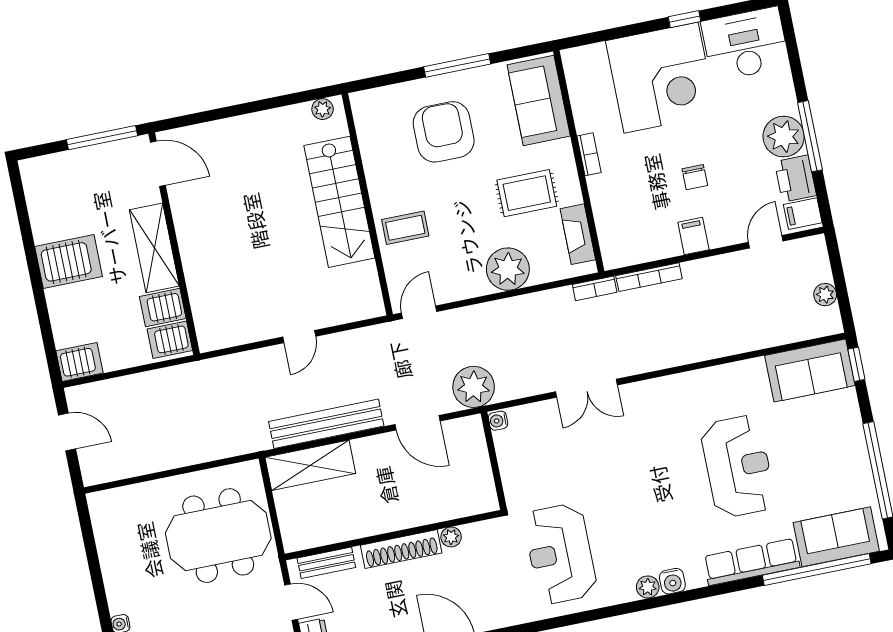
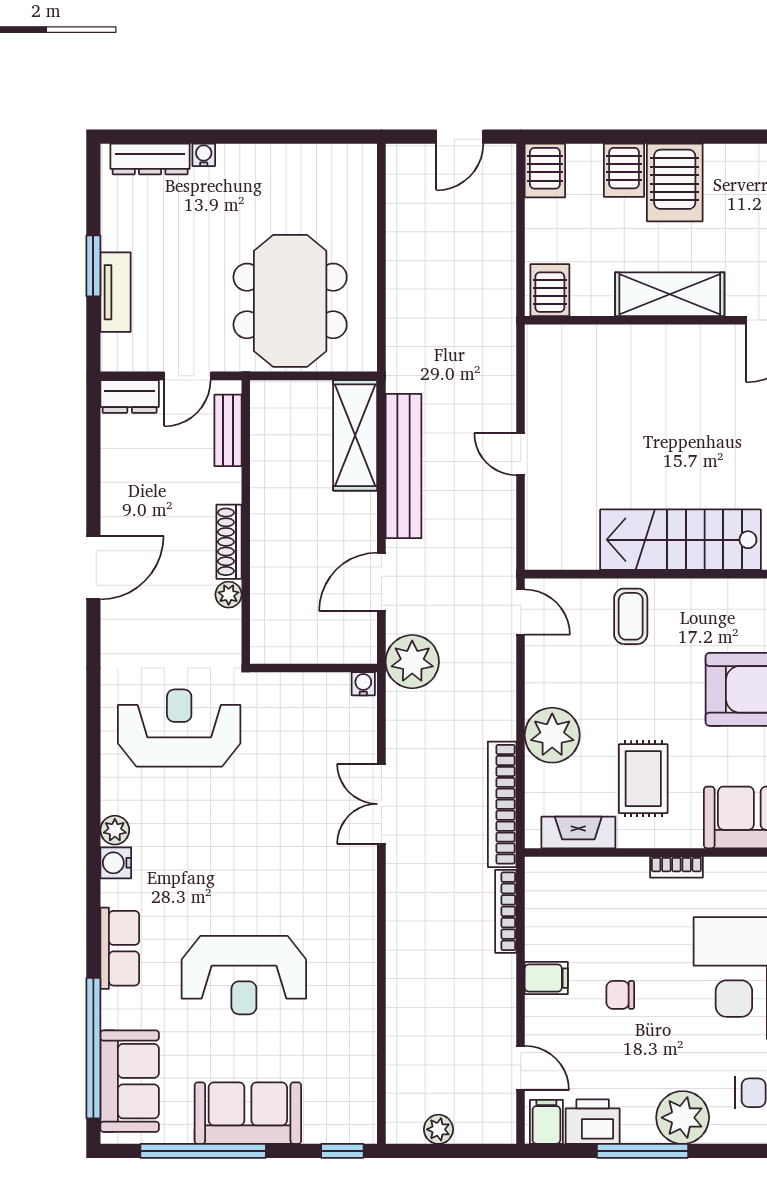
plant: (784, 137) -> (683, 1118), moved
bookcase: (595, 288) -> (502, 804), width x2.31, depth x1.31
server rack: (163, 308) -> (624, 170), moved, turned 180
sofa: (810, 371) -> (248, 1113), moved, turned 90
shoe rack: (401, 549) -> (229, 542), width x0.74, depth x0.81
row of seats: (751, 562) -> (120, 948), width x0.68

